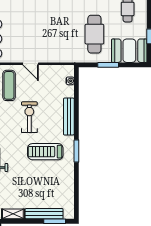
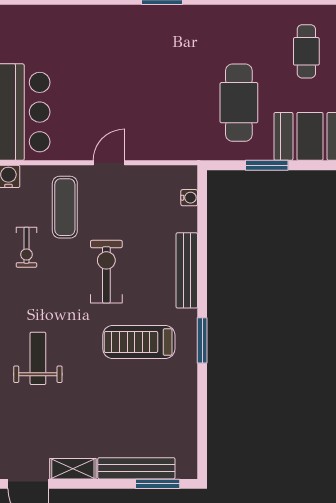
door: (31, 64) -> (109, 163), swing flipped

